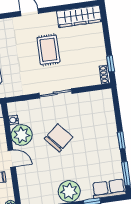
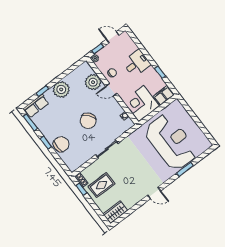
wardrobe: (79, 16) -> (115, 212), width x0.67
rug: (48, 50) -> (102, 185), moved, turned 90
chair: (105, 128) -> (61, 144), added
plant: (22, 135) -> (93, 82), moved

